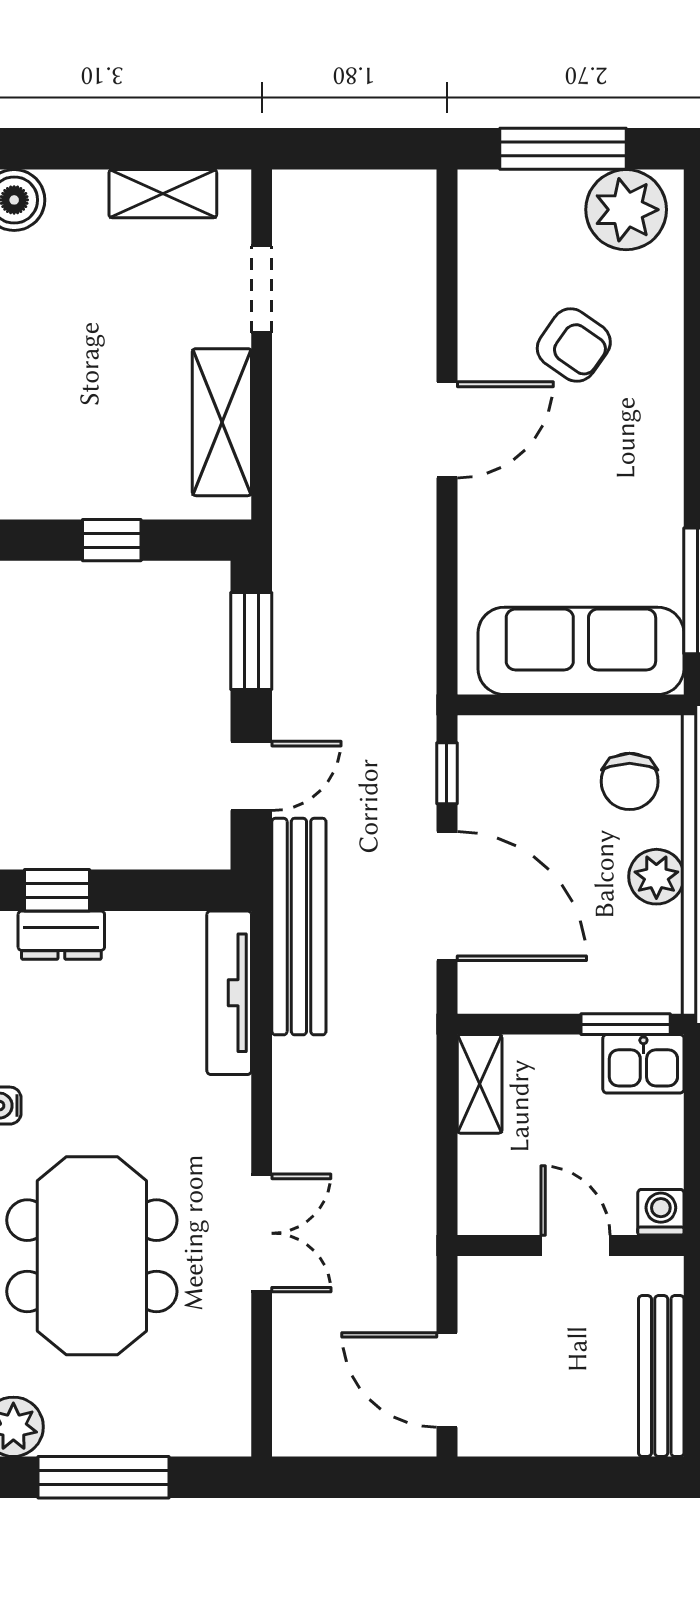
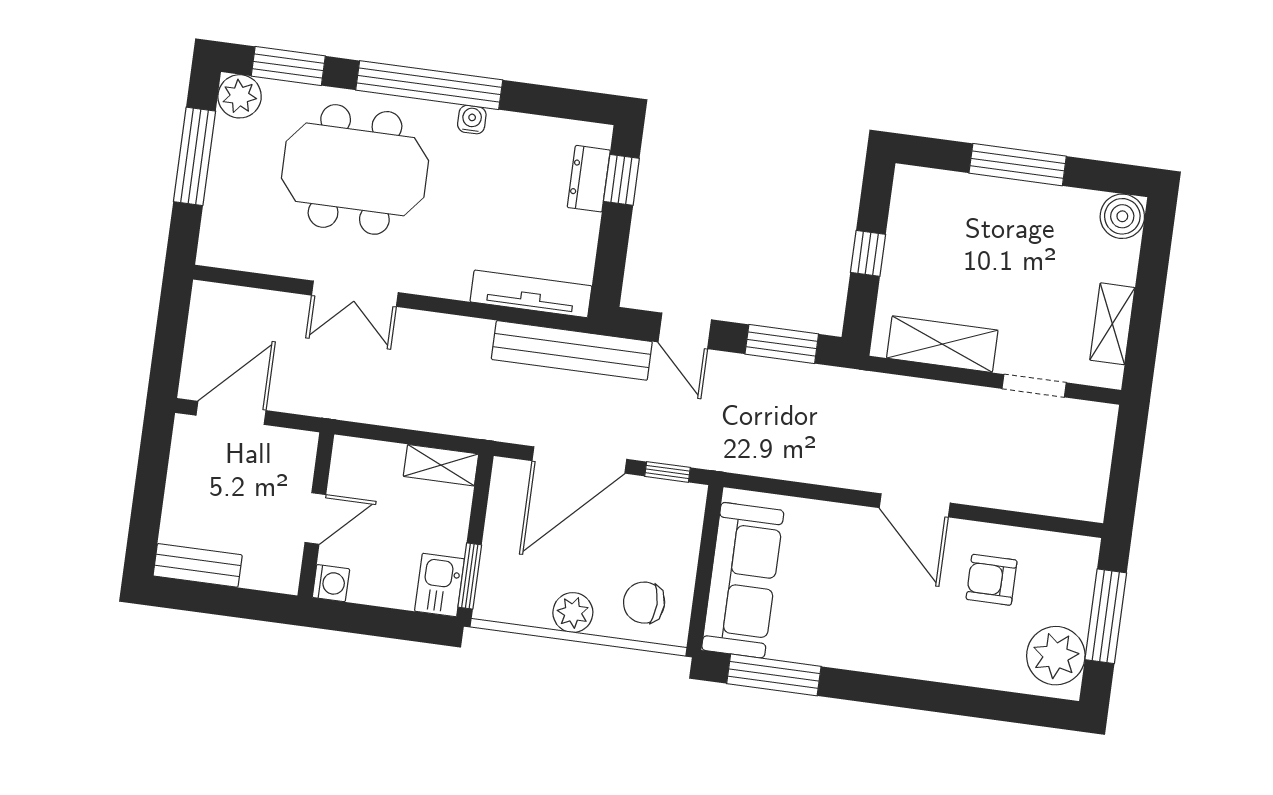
armchair: (574, 345) -> (992, 580), moved, turned 55
bench: (661, 1376) -> (198, 565), width x0.73

